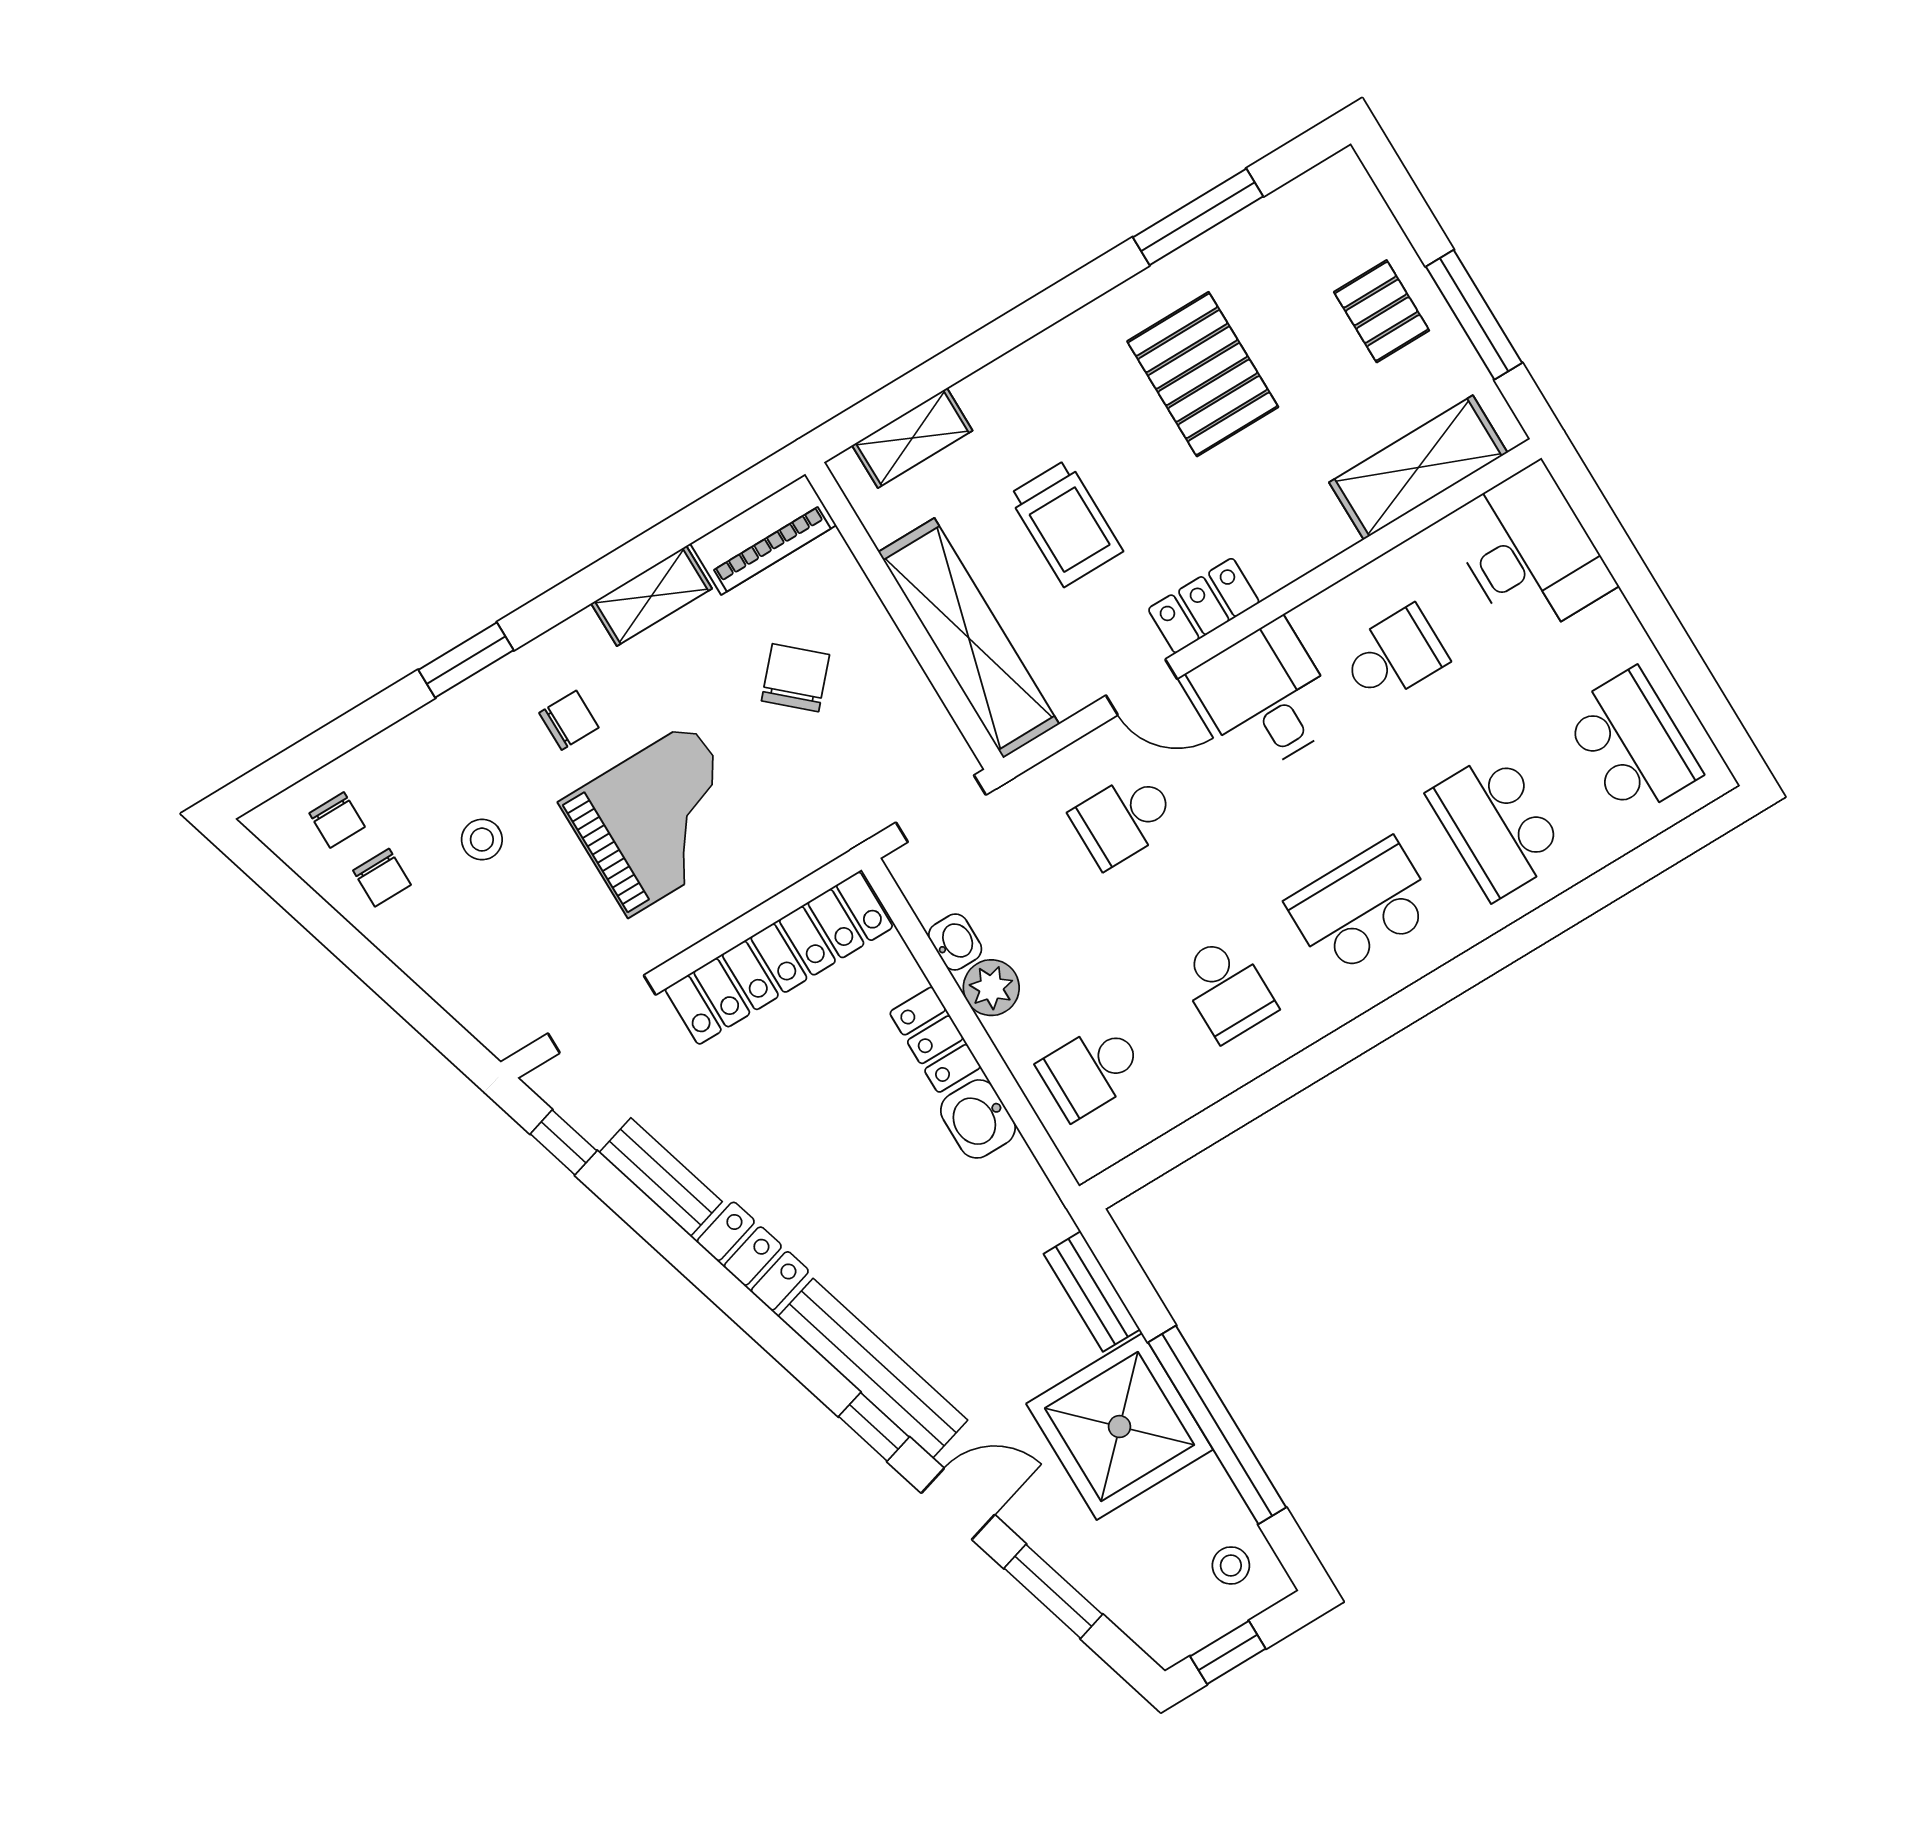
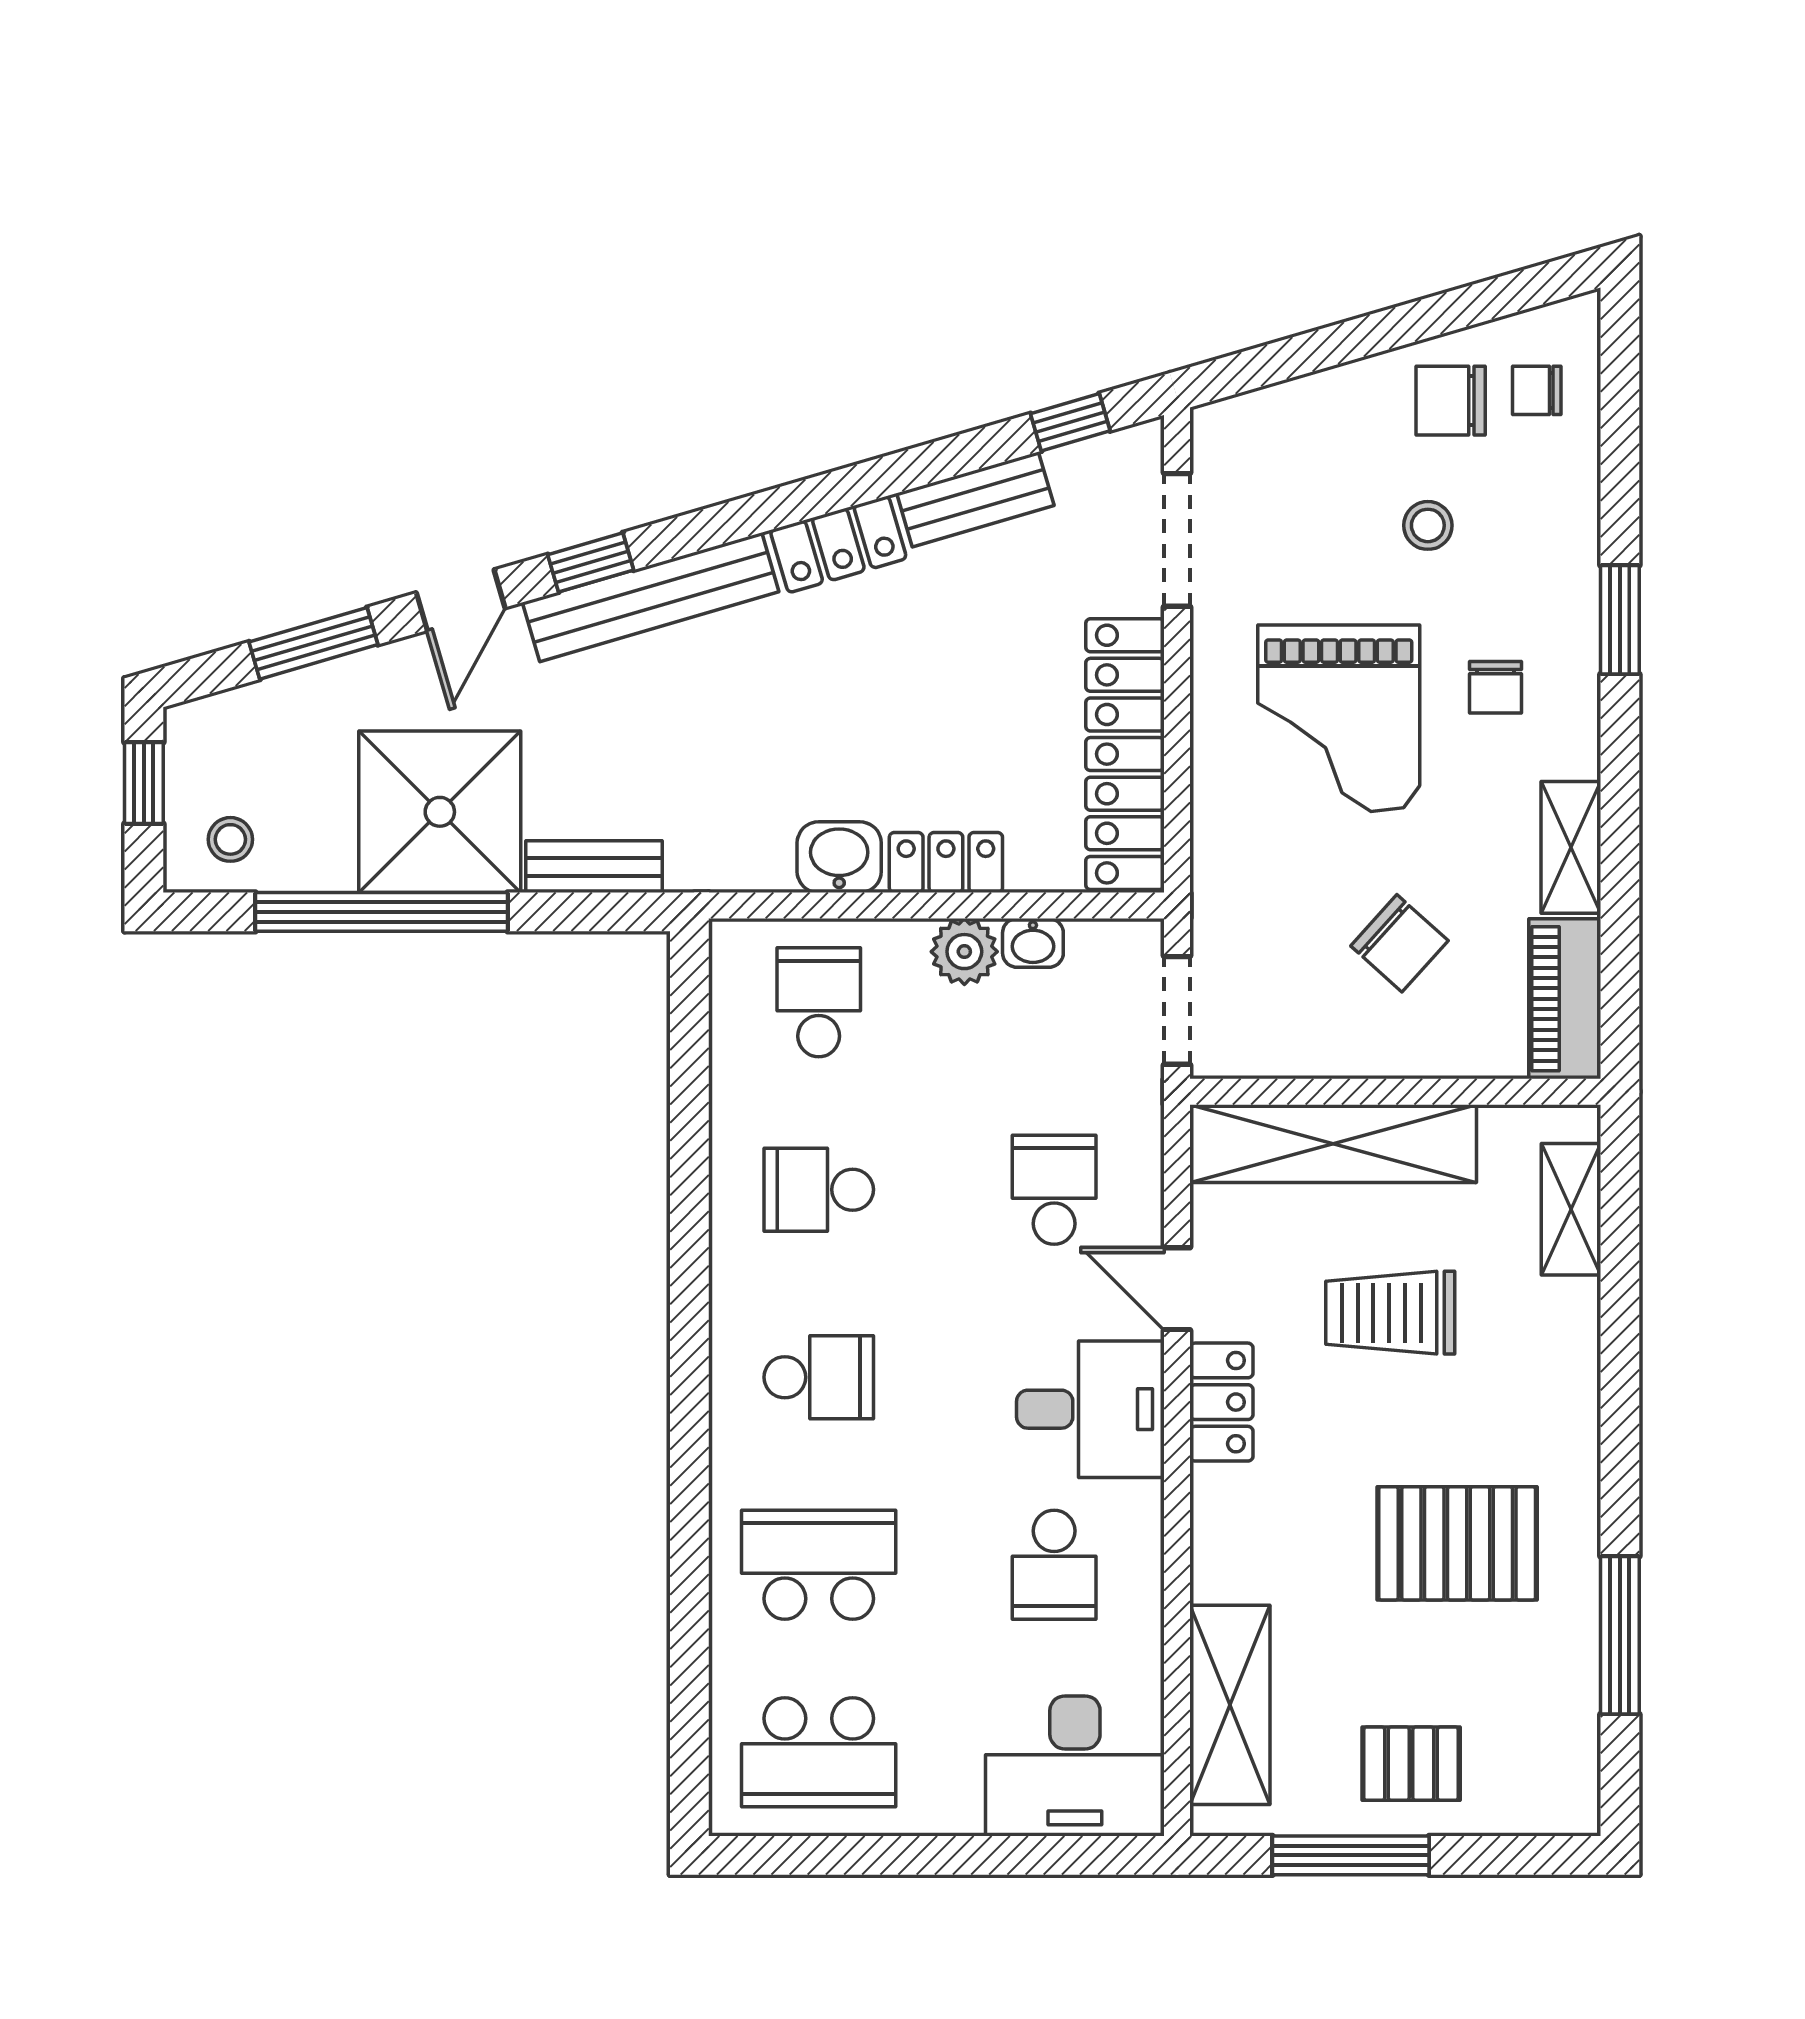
door: (1141, 687) -> (1177, 1289), hinge flipped
chair: (382, 878) -> (1451, 401), width x1.37, depth x1.37
school desk: (1362, 907) -> (819, 1377), width x0.54

